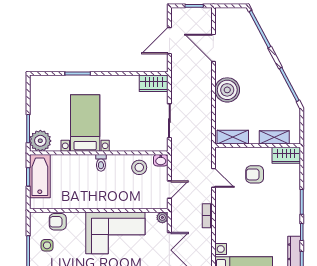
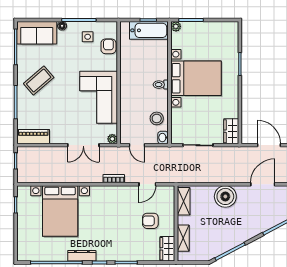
bed with nightstands: (85, 123) -> (196, 78), width x1.36
plant: (40, 141) -> (176, 26), width x0.53, depth x0.53
armchair: (255, 174) -> (150, 221), turned -90

